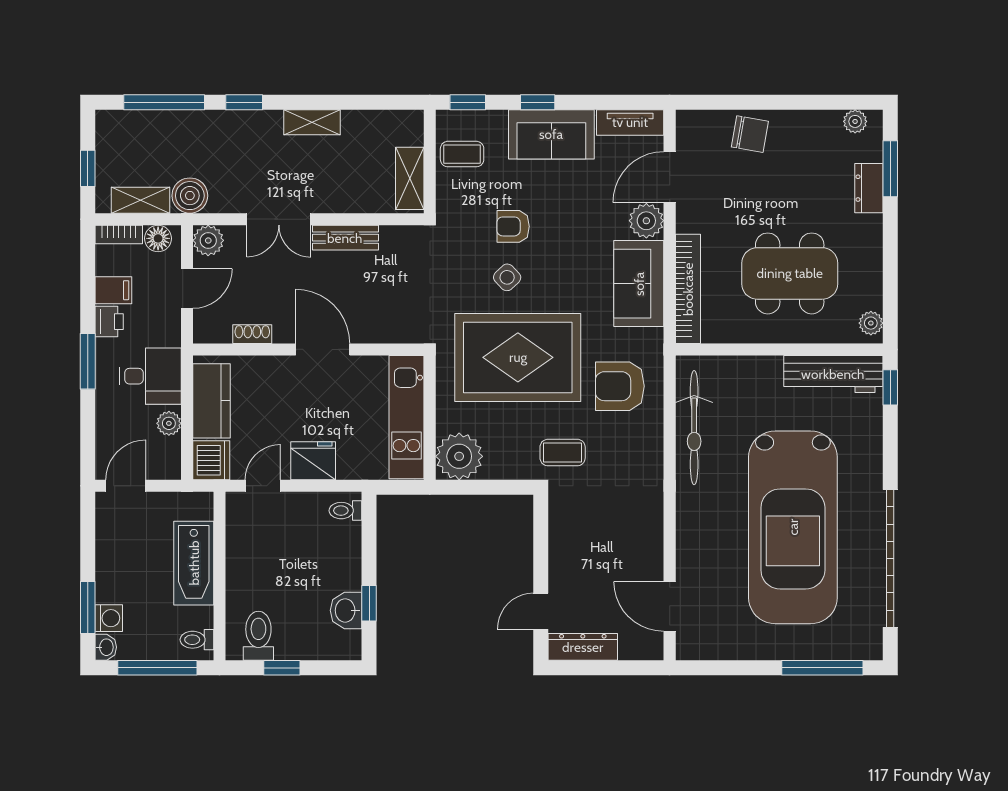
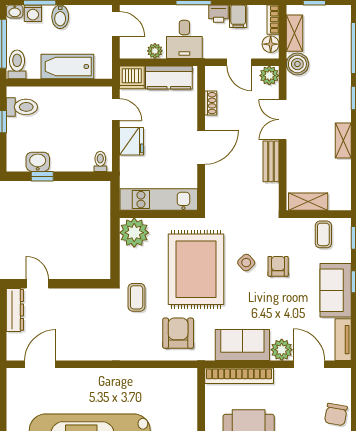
bicycle: (694, 428) -> (152, 380), removed
bidet: (114, 575) -> (60, 17), added
toilet: (197, 640) -> (17, 64), width x1.37, depth x1.39

